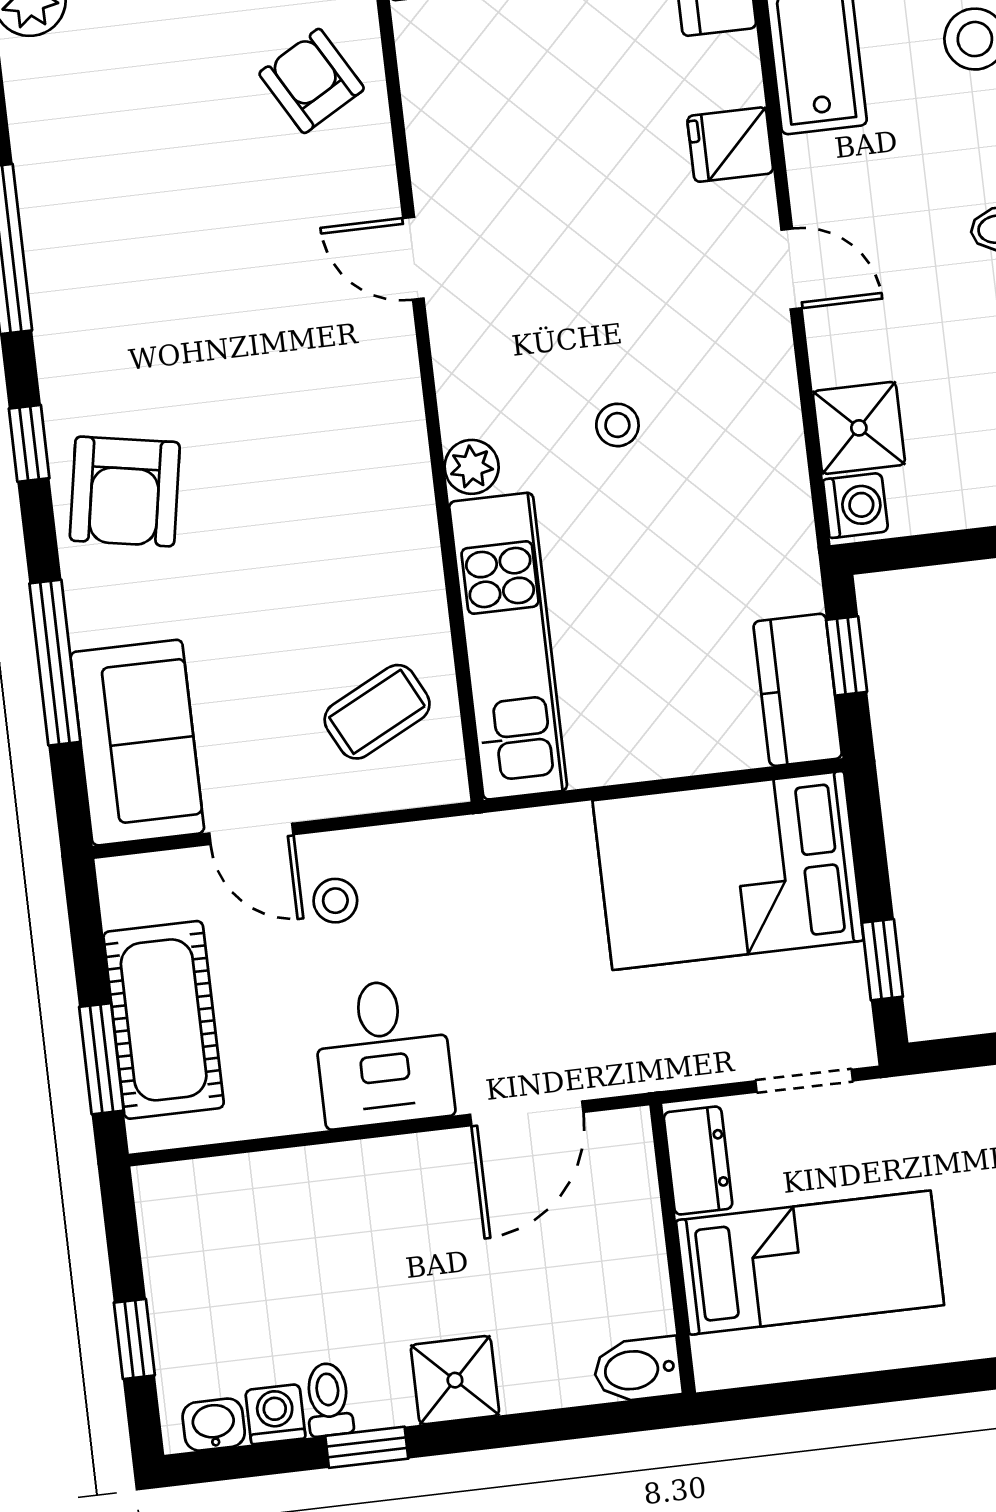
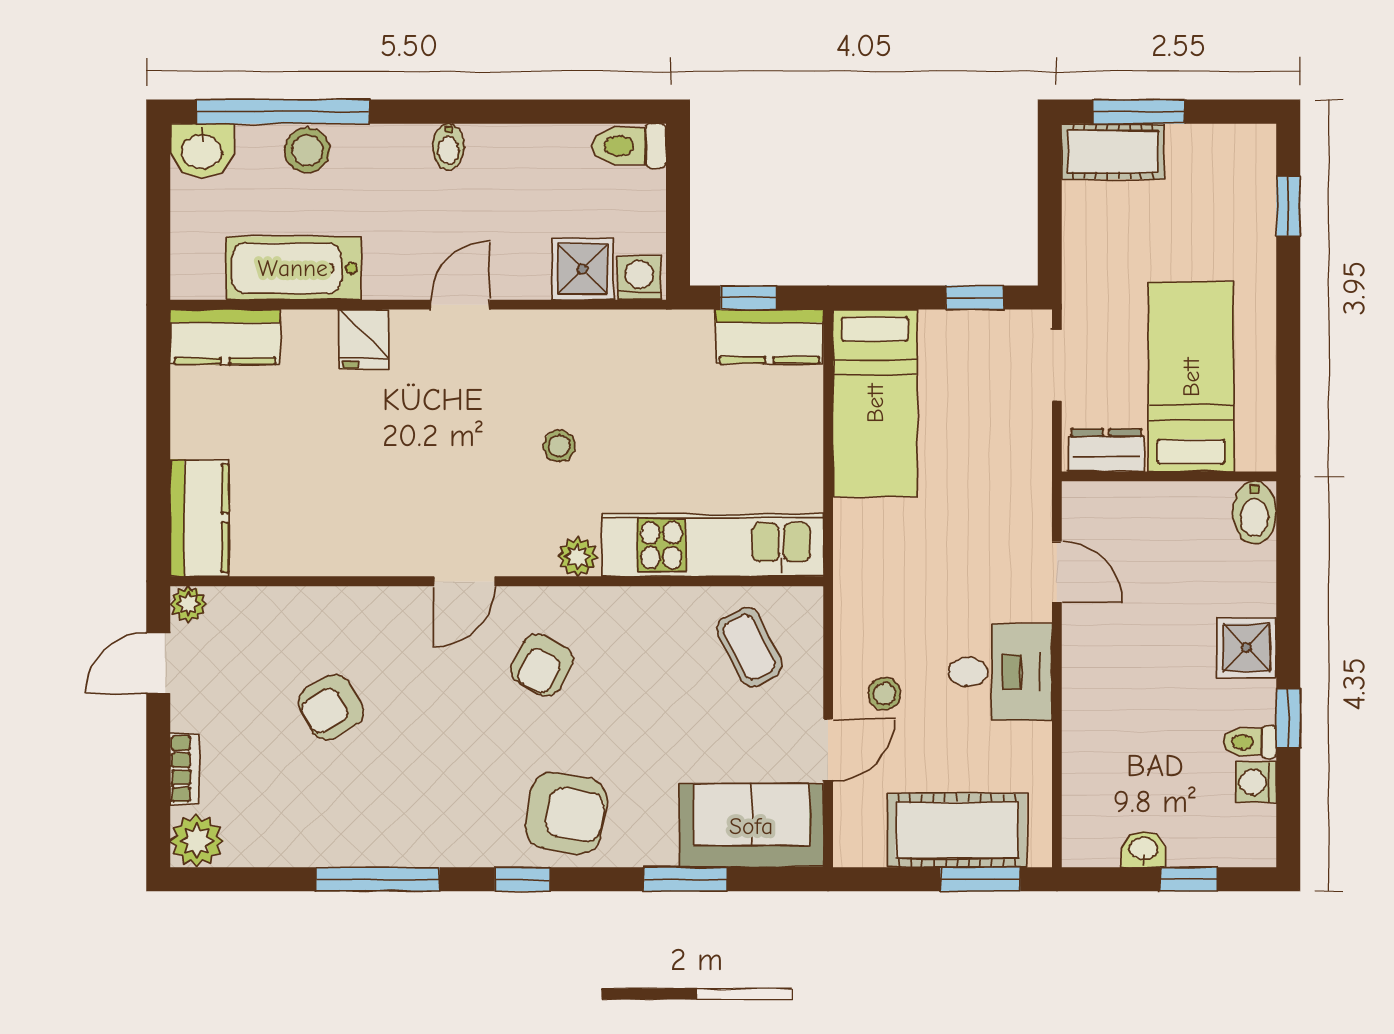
armchair: (312, 81) -> (331, 707), moved
door: (413, 258) -> (464, 581), moved
armchair: (320, 436) -> (542, 665), added
window: (55, 663) -> (685, 879), width x0.69
bed: (728, 870) -> (875, 403), width x0.67
door: (527, 1113) -> (1057, 572), width x0.73
washbasin: (214, 1425) -> (1143, 849), moved, turned 90

